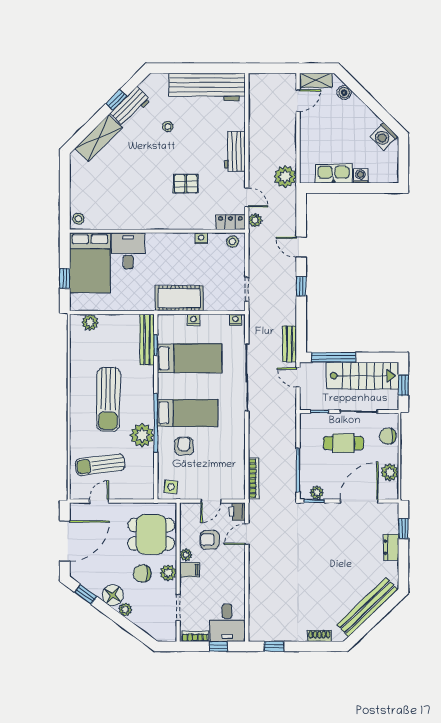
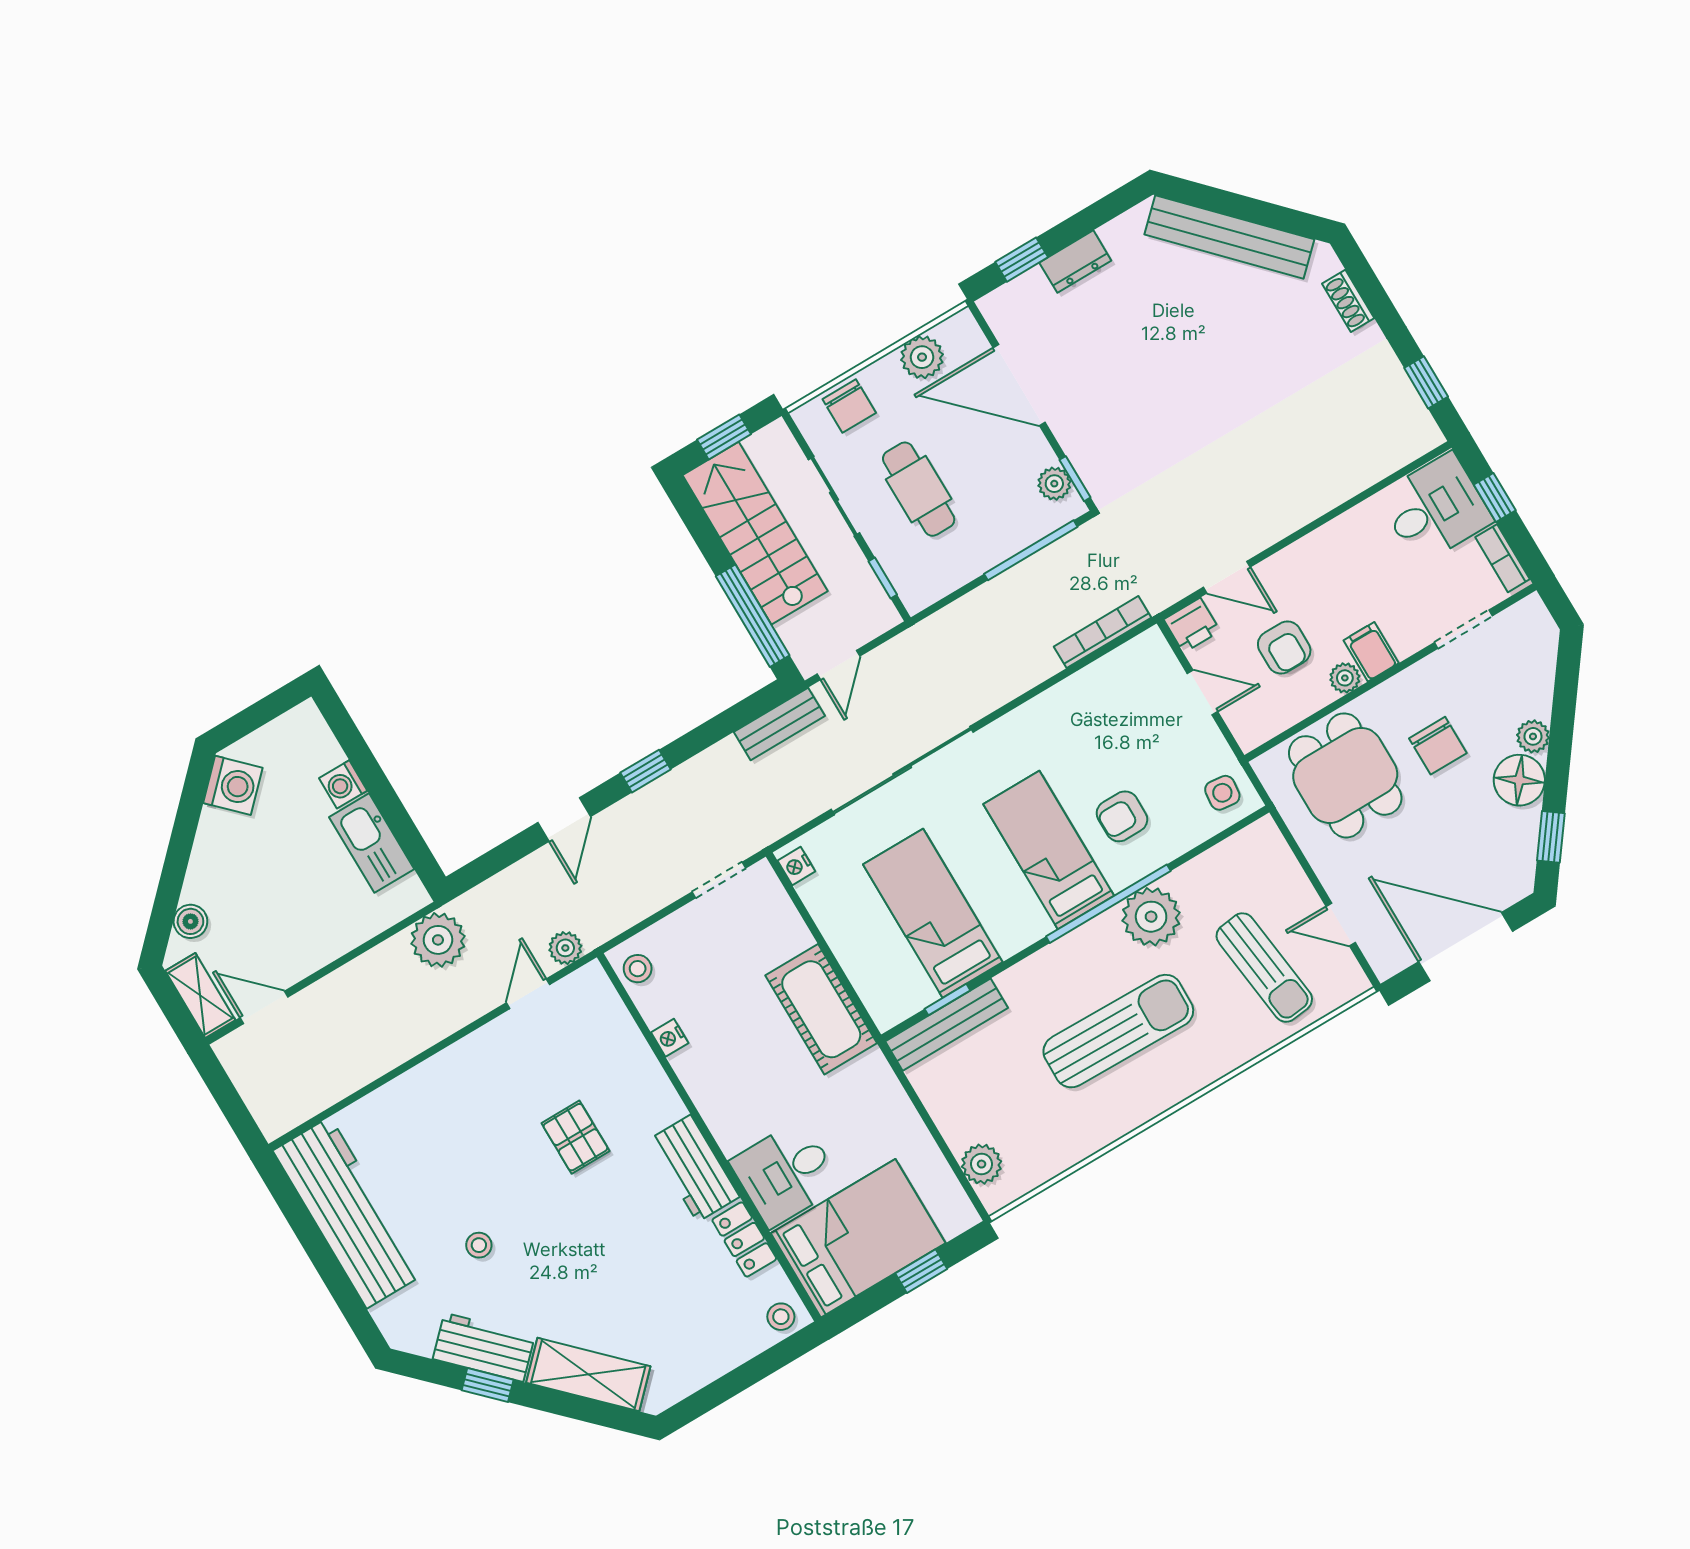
workbench: (235, 151) -> (694, 1168), moved, turned 90
locker: (230, 222) -> (744, 1239), moved
nightstand: (193, 320) -> (848, 953), removed
plant: (168, 573) -> (1404, 692), removed

